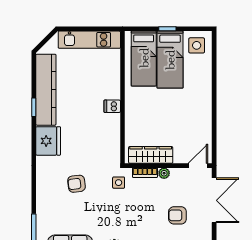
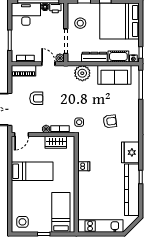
bed: (170, 60) -> (32, 171), moved, turned 90
dishwasher: (112, 106) -> (84, 166), moved
wardrobe: (151, 155) -> (56, 142), width x0.67

